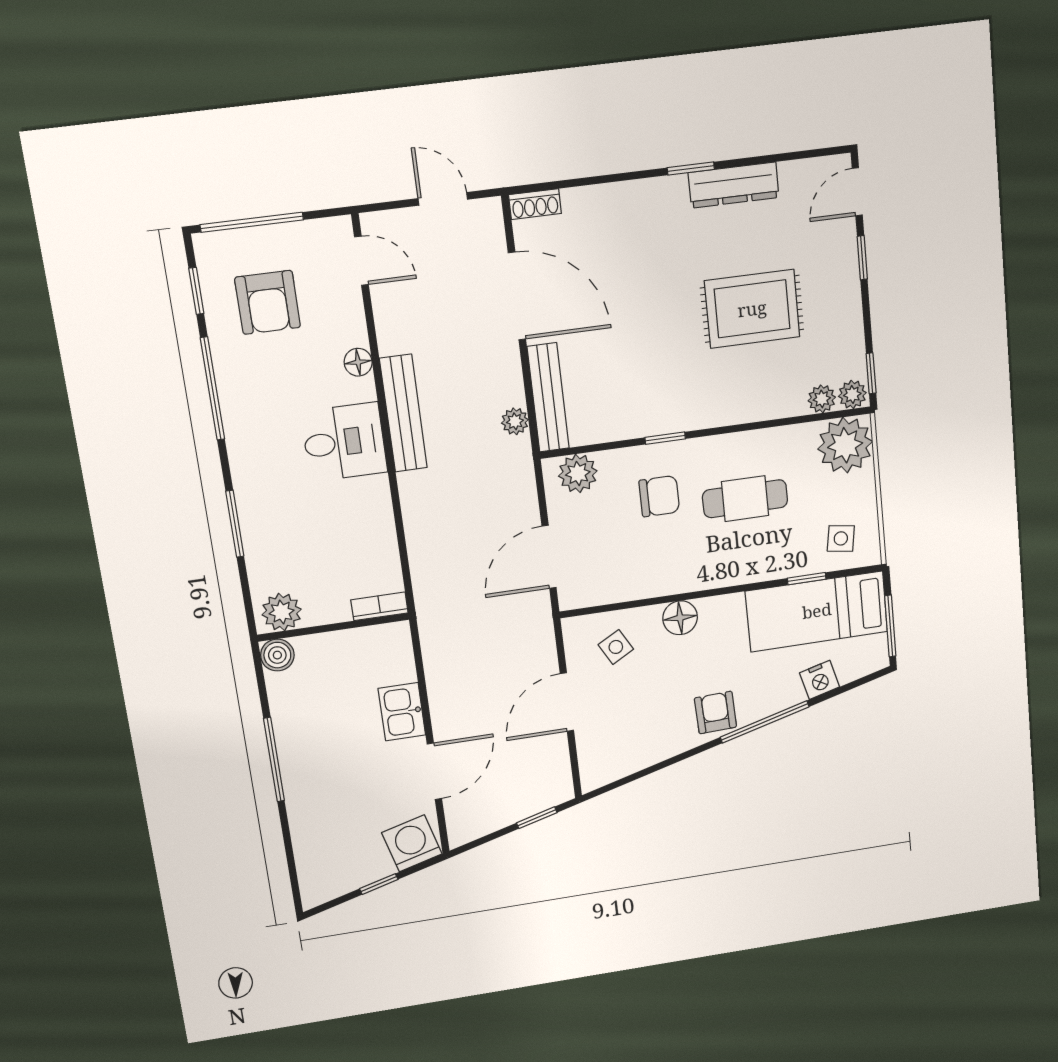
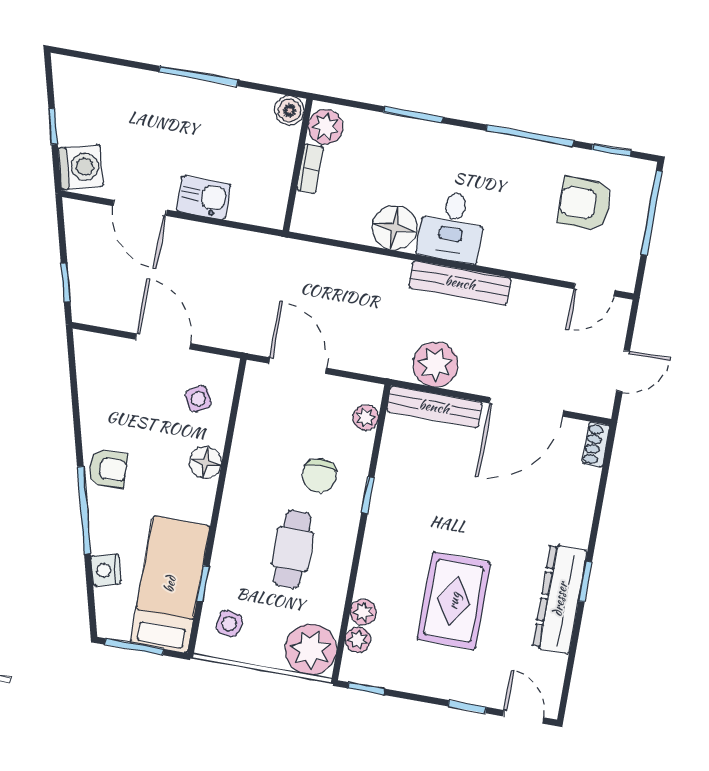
dresser: (734, 185) -> (560, 599), width x1.37, depth x1.24
floor lamp: (358, 362) -> (395, 228), moved, width x1.89, depth x1.89
plant: (852, 394) -> (363, 612), moved
plant: (515, 421) -> (435, 364), width x1.87, depth x1.87
plant: (578, 473) -> (366, 418), width x0.73, depth x0.73
bookcase: (380, 606) -> (310, 169), moved

